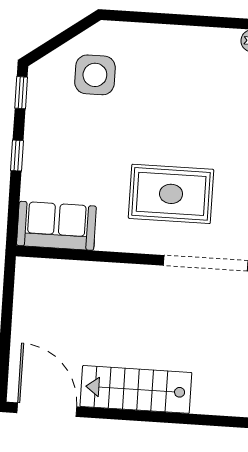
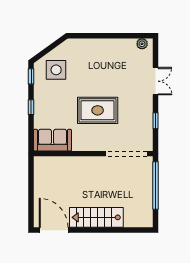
side table: (95, 75) -> (56, 70), moved
rug: (171, 194) -> (98, 110), moved

